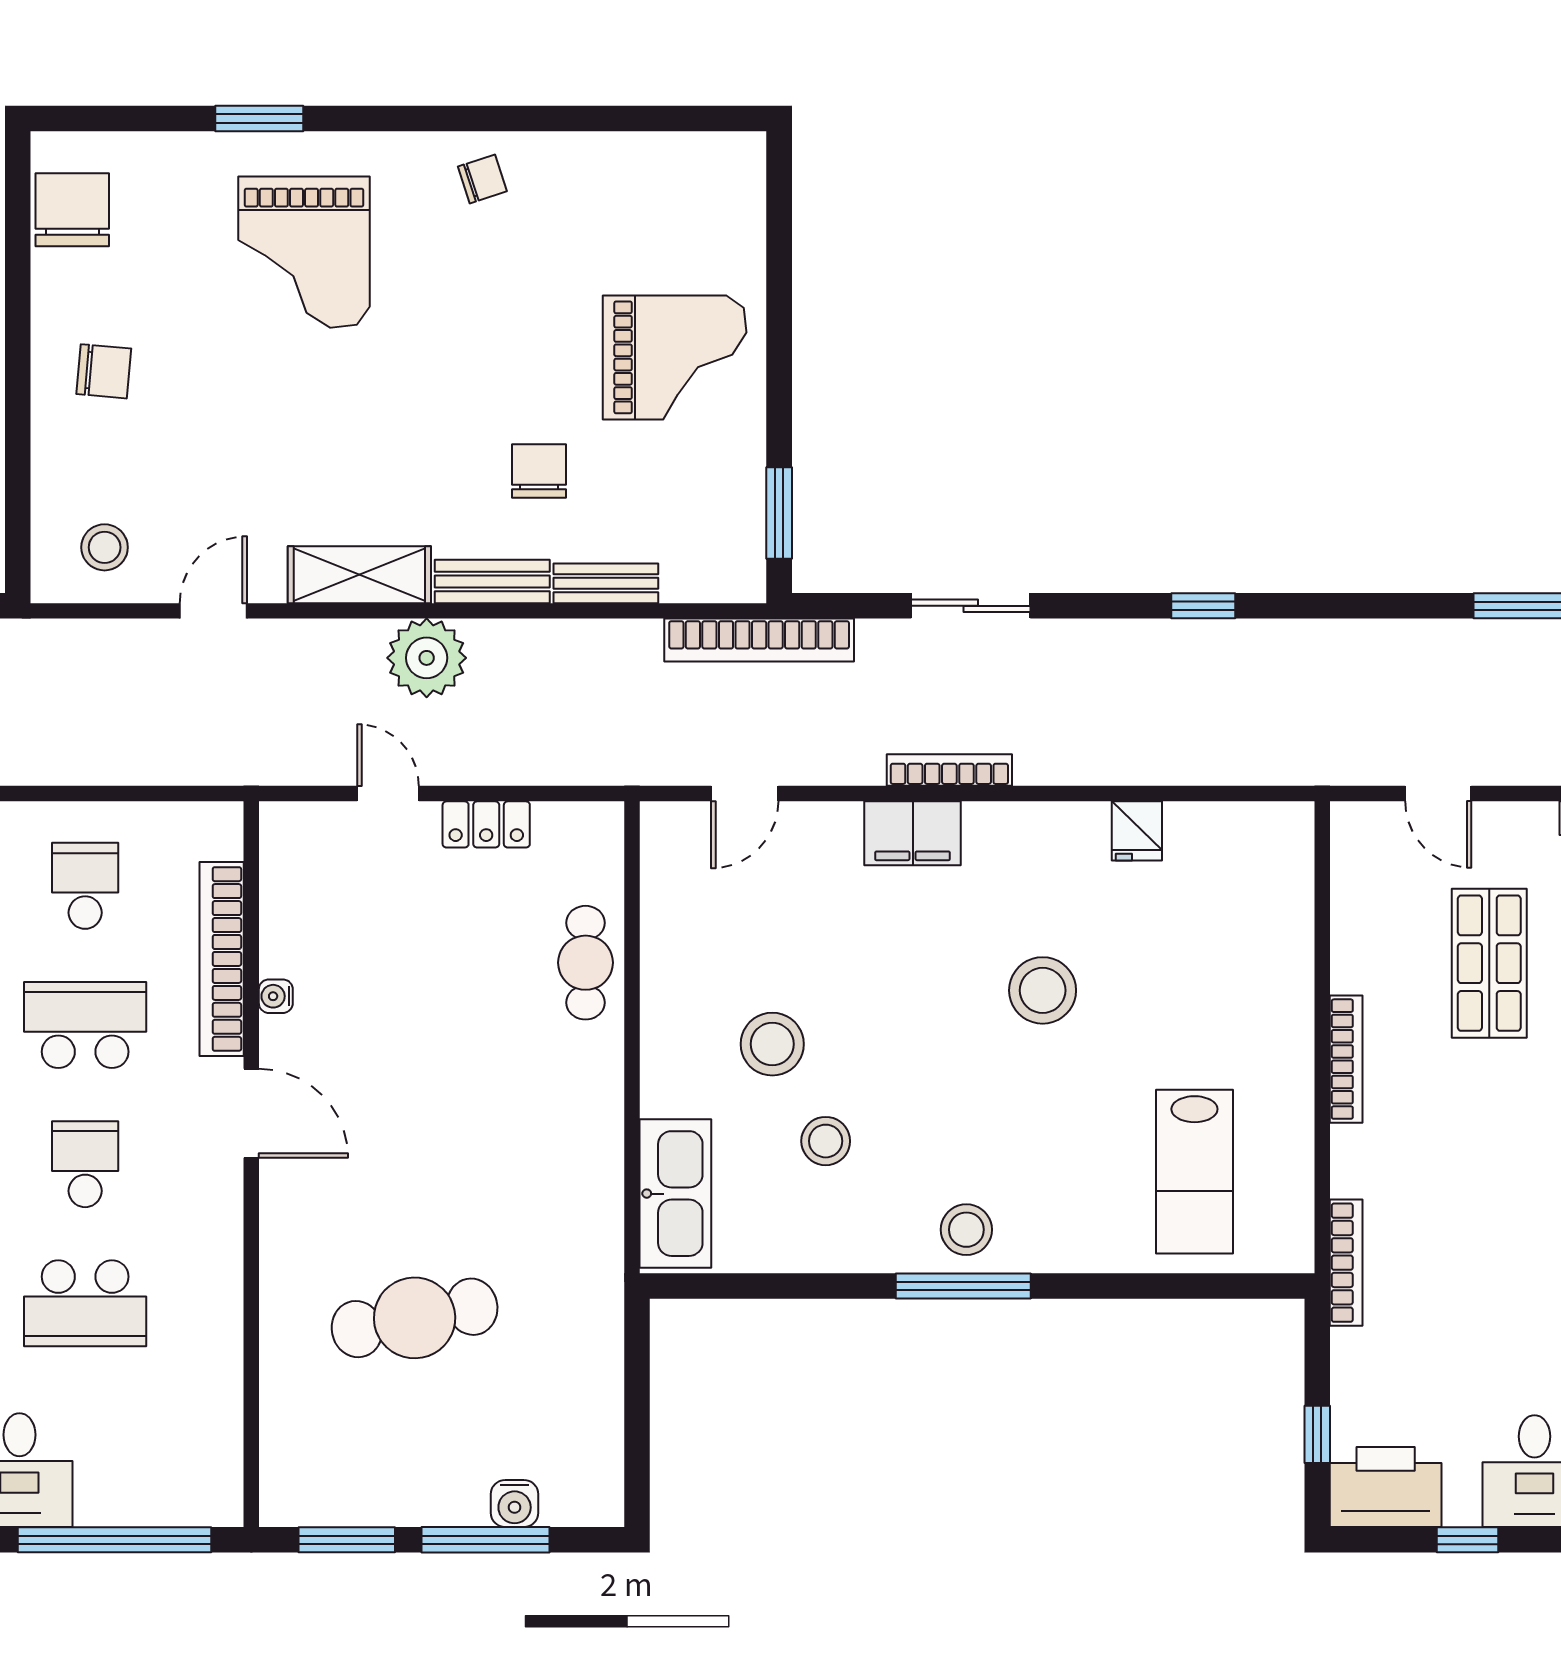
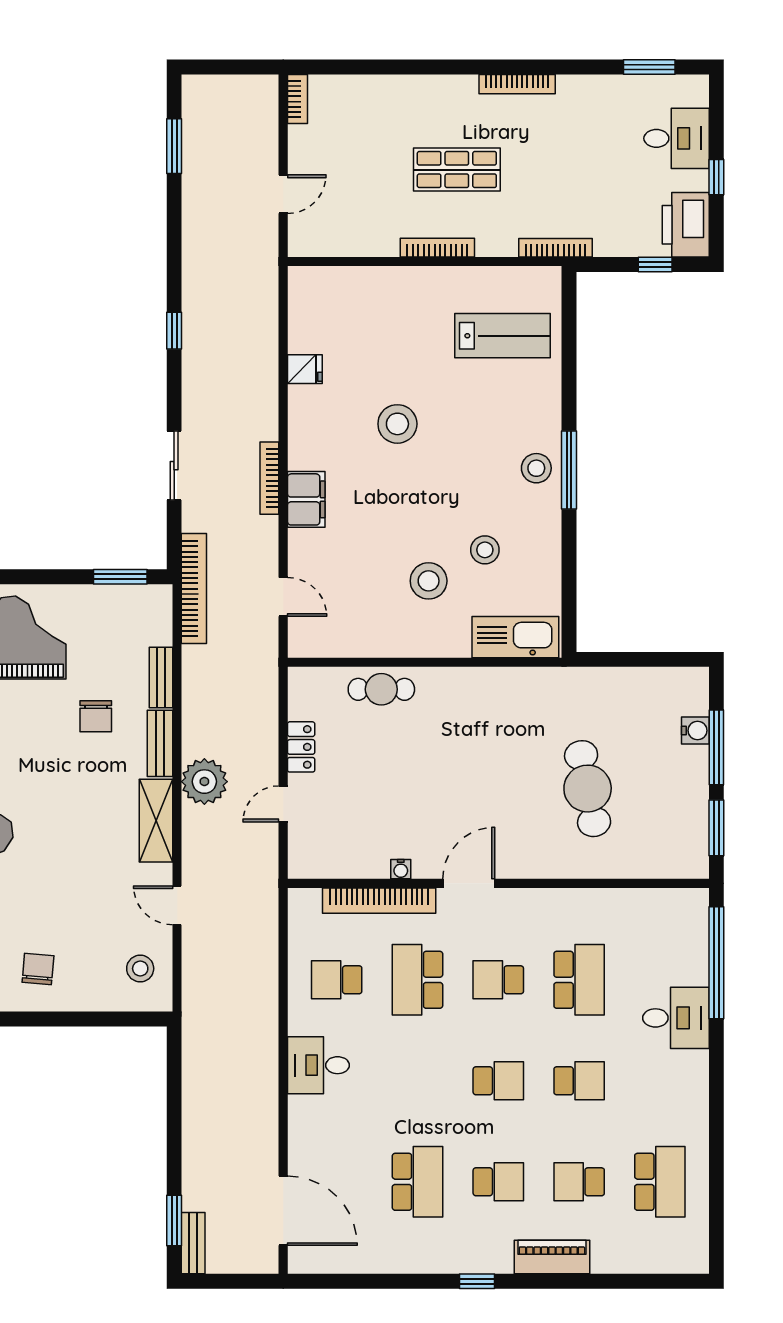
chair: (539, 471) -> (96, 716), turned -90
shop shelf: (1489, 963) -> (457, 170), moved

